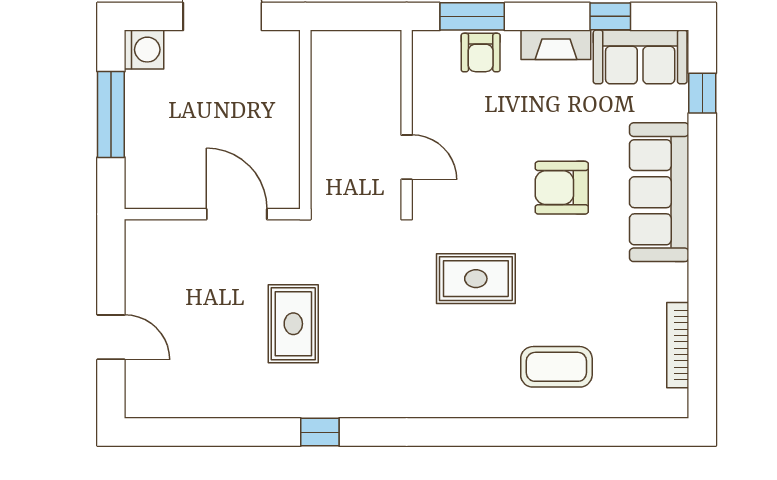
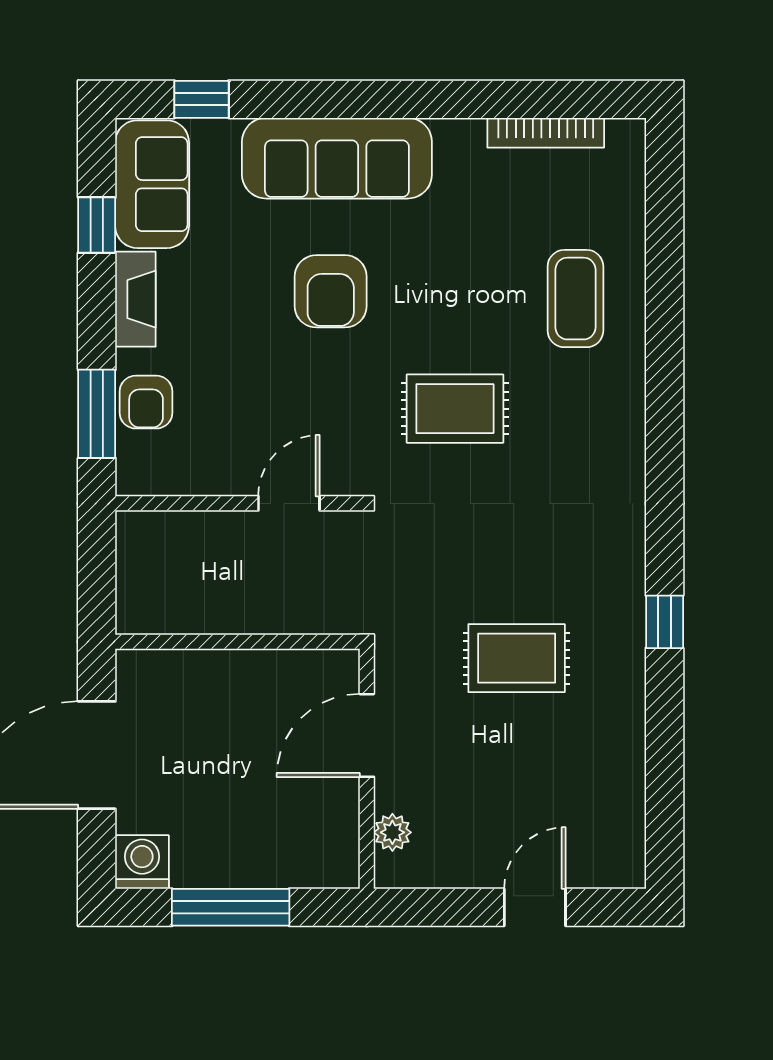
armchair: (481, 53) -> (146, 402), turned 90
plant: (166, 233) -> (392, 832), added
rug: (476, 279) -> (455, 409), turned 90

